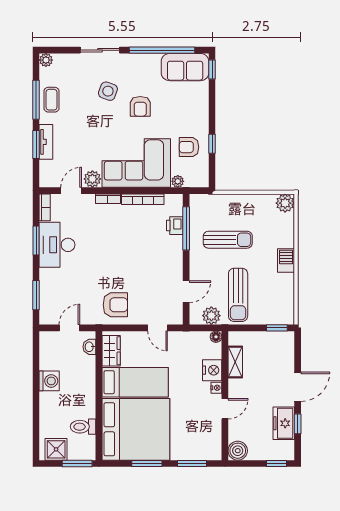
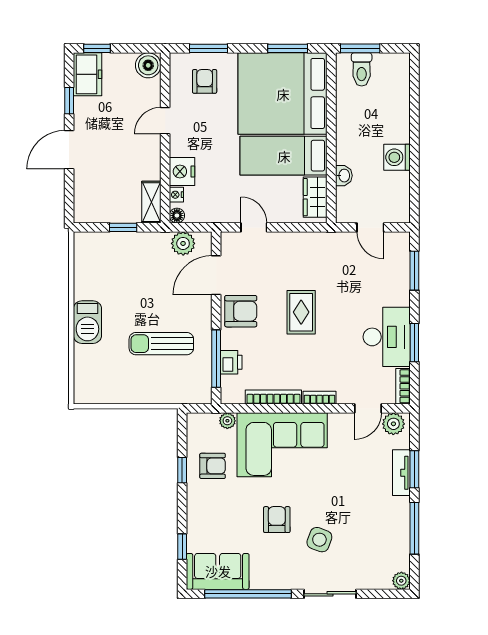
window: (212, 69) -> (182, 547), moved
coffee table: (52, 100) -> (394, 528), removed
plant: (92, 179) -> (393, 424), moved
plant: (285, 203) -> (86, 392), removed
barbecue: (286, 260) -> (87, 322), width x1.38, depth x1.27
rug: (122, 264) -> (301, 312), added
door: (186, 292) -> (216, 275), width x1.38
sun lounger: (238, 295) -> (148, 271), removed
armchair: (115, 305) -> (241, 311), moved, turned 180
door: (69, 328) -> (370, 227), hinge flipped
window: (277, 328) -> (123, 227), moved
washbasin: (89, 347) -> (344, 176), moved
shelving: (235, 362) -> (151, 202), moved
nightstand: (216, 388) -> (176, 195), moved
freezer: (284, 423) -> (88, 74), moved
toilet: (83, 427) -> (362, 69), moved, turned 90
armchair: (195, 438) -> (205, 81), added
shower: (56, 449) -> (388, 67), removed
window: (147, 463) -> (288, 48), moved

